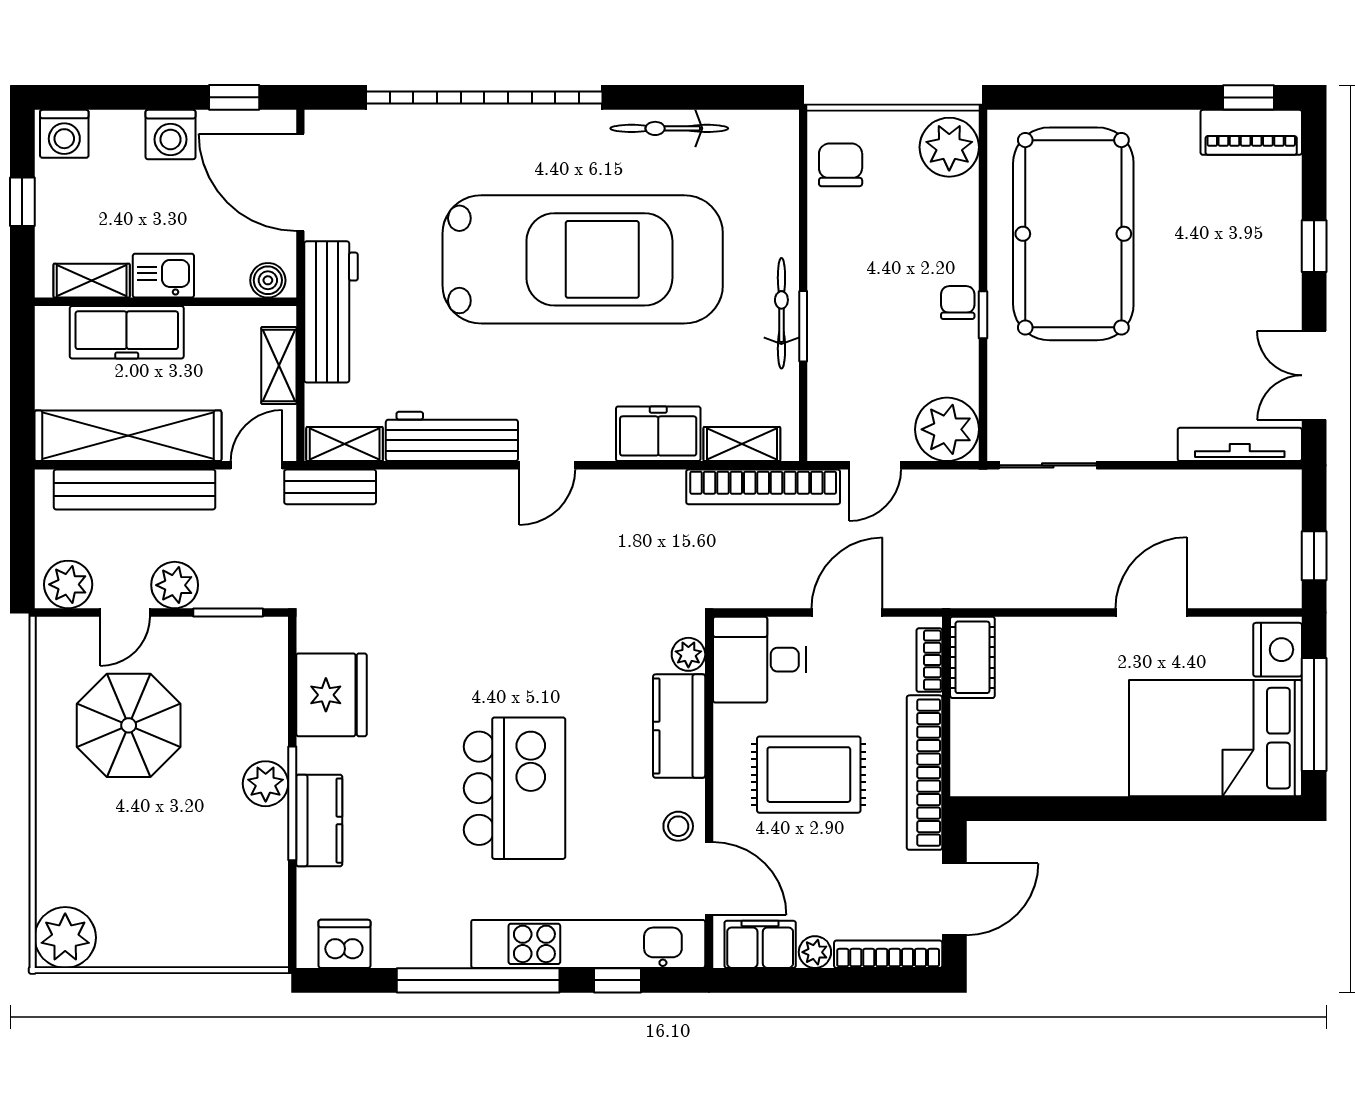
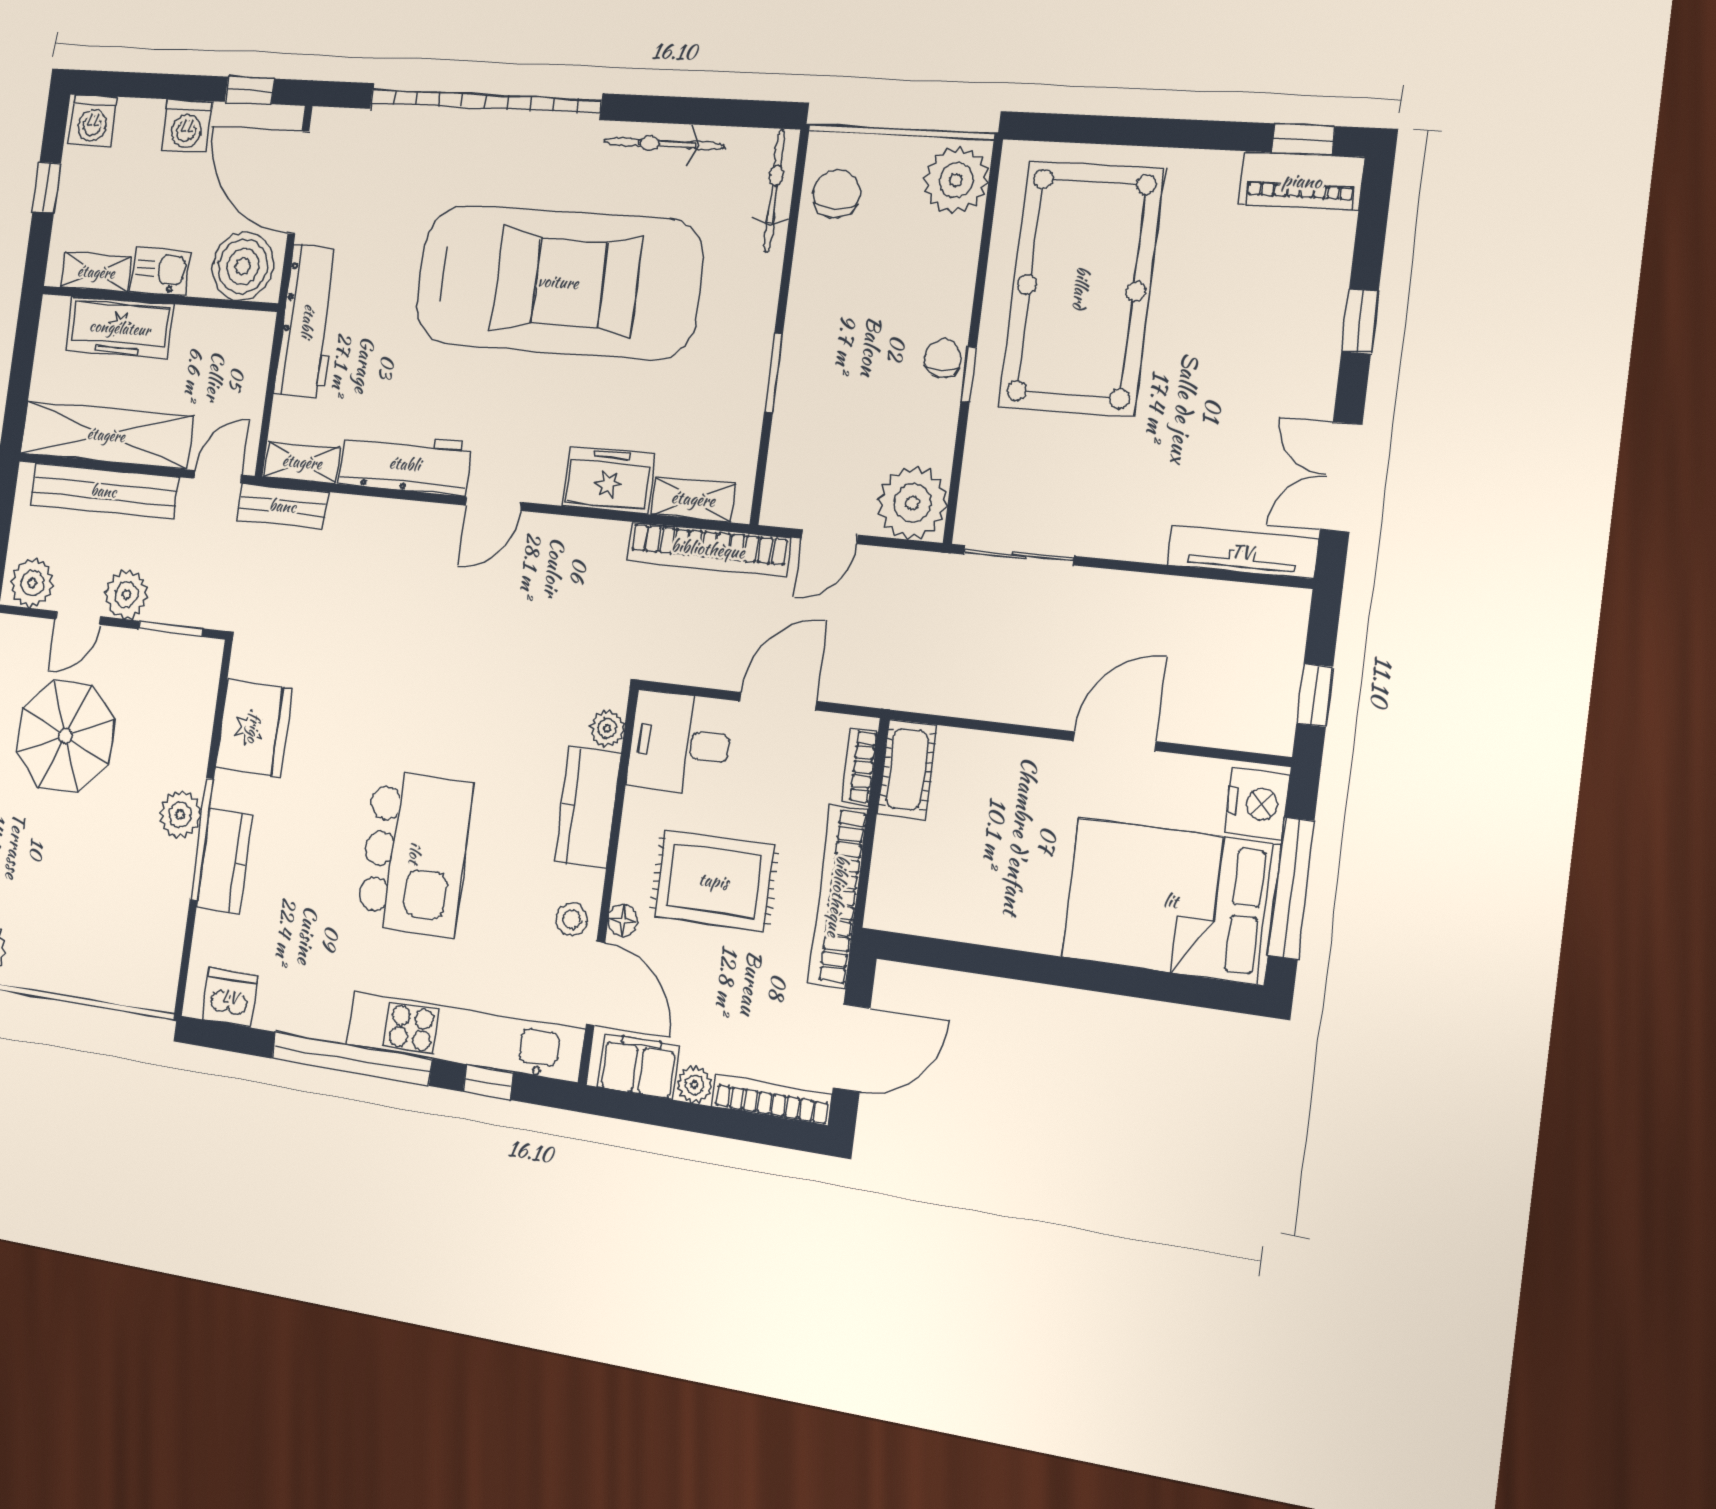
boiler: (268, 280) -> (243, 266), width x1.86, depth x1.86
bicycle: (781, 313) -> (774, 191), moved
shelving: (279, 365) -> (252, 373), removed
floor lamp: (727, 821) -> (623, 921), added

